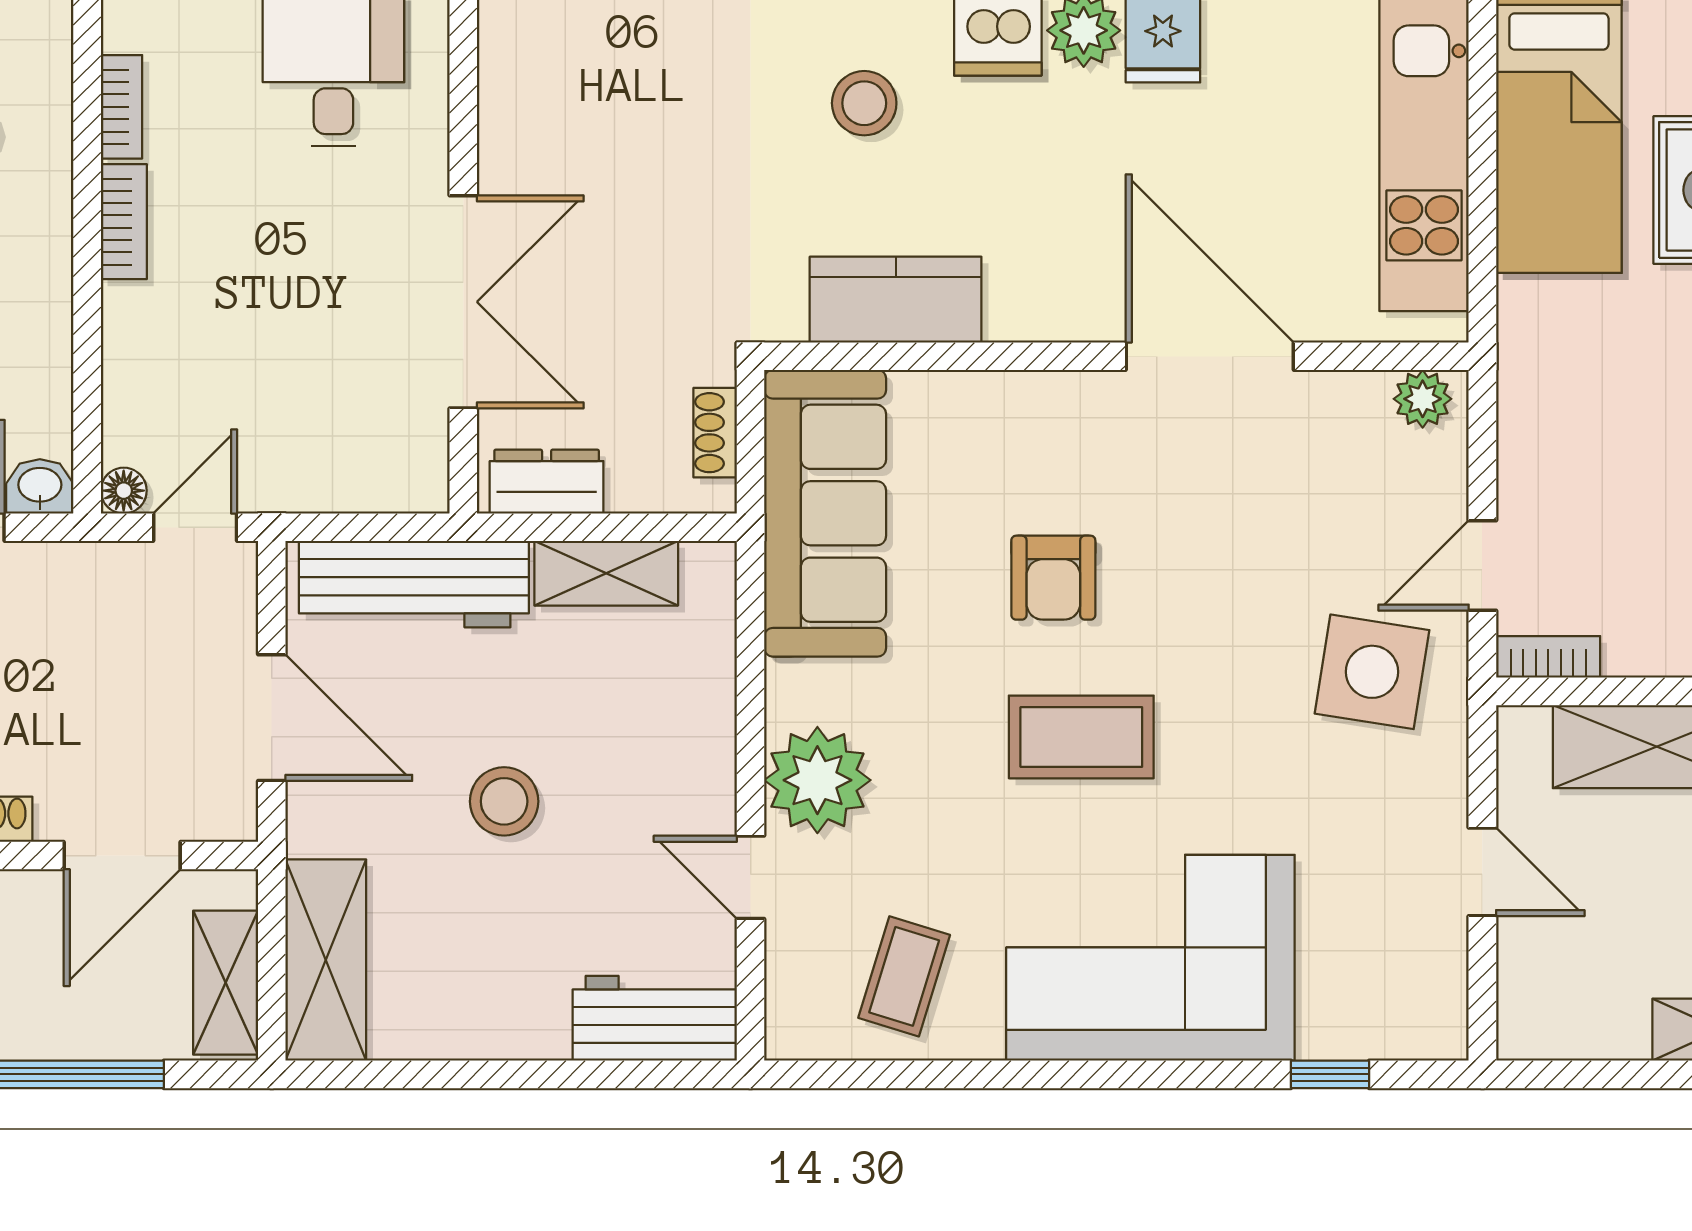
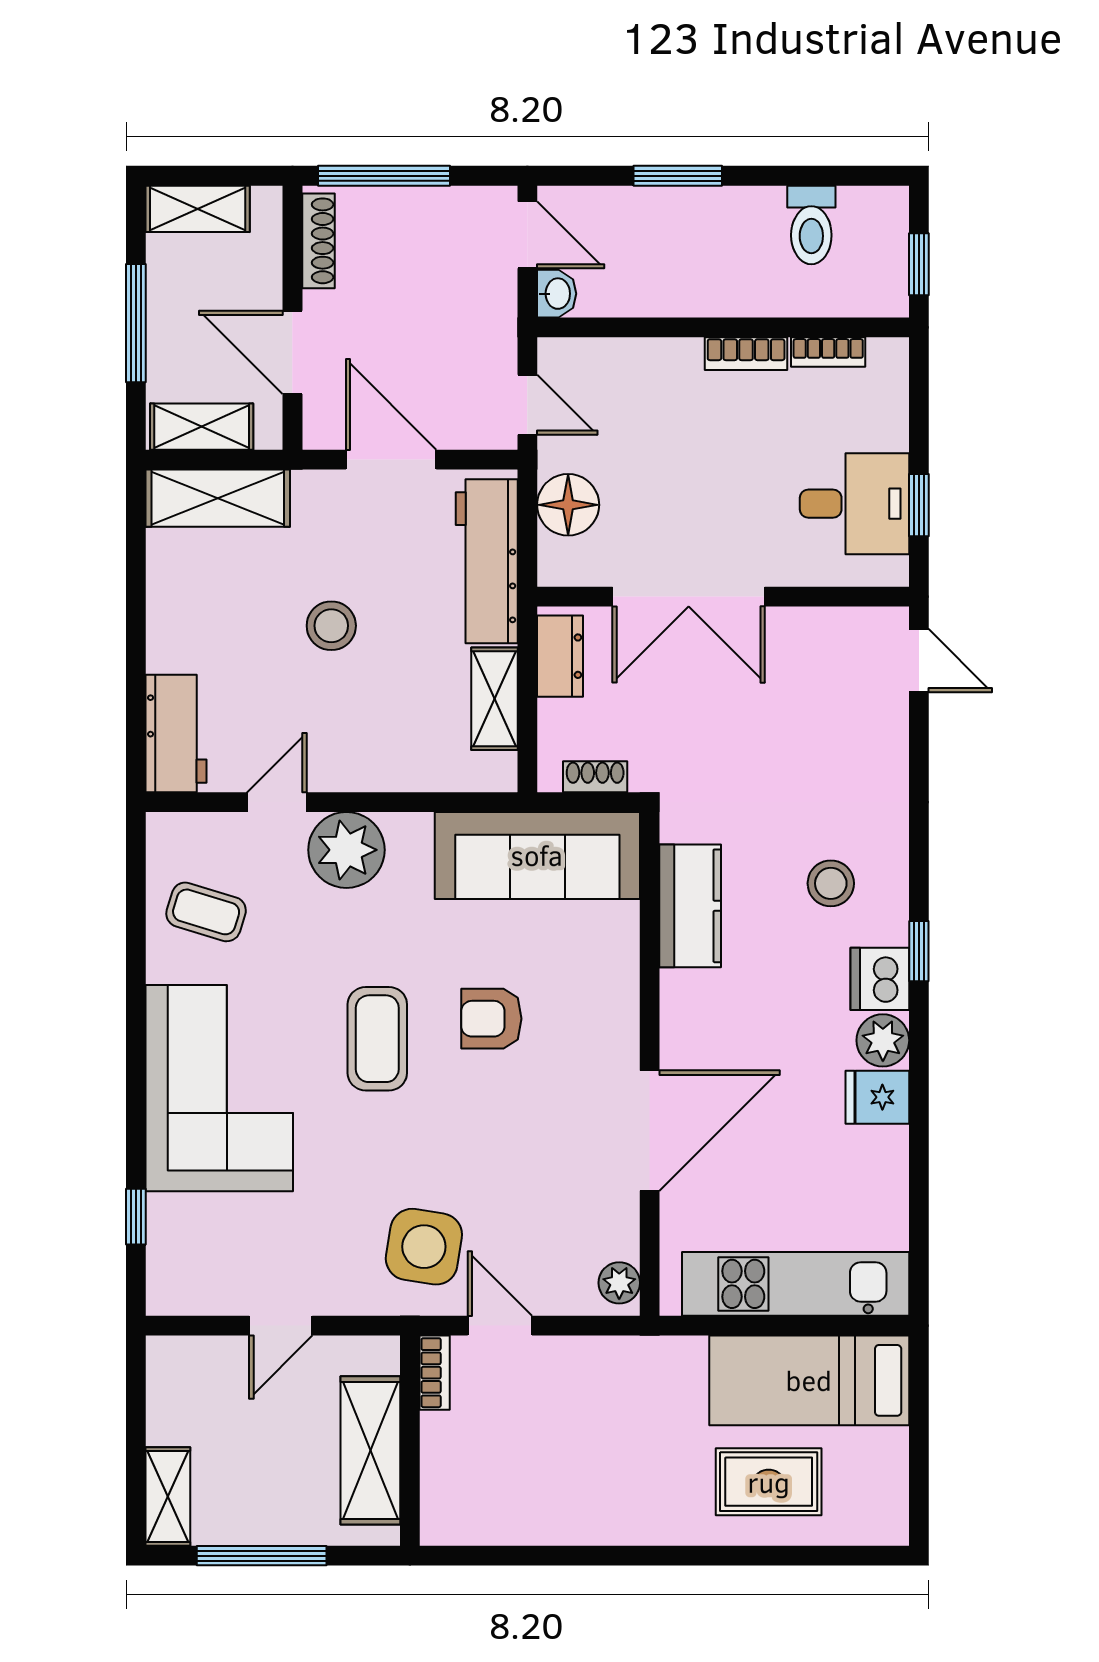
floor lamp: (124, 491) -> (568, 505), moved, width x1.89, depth x1.89
door: (272, 718) -> (391, 460), swing flipped

